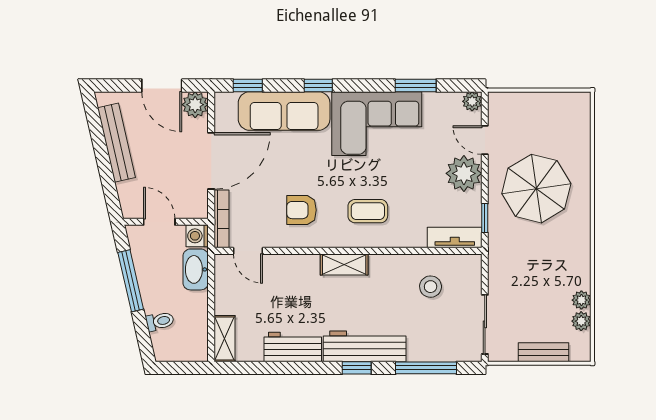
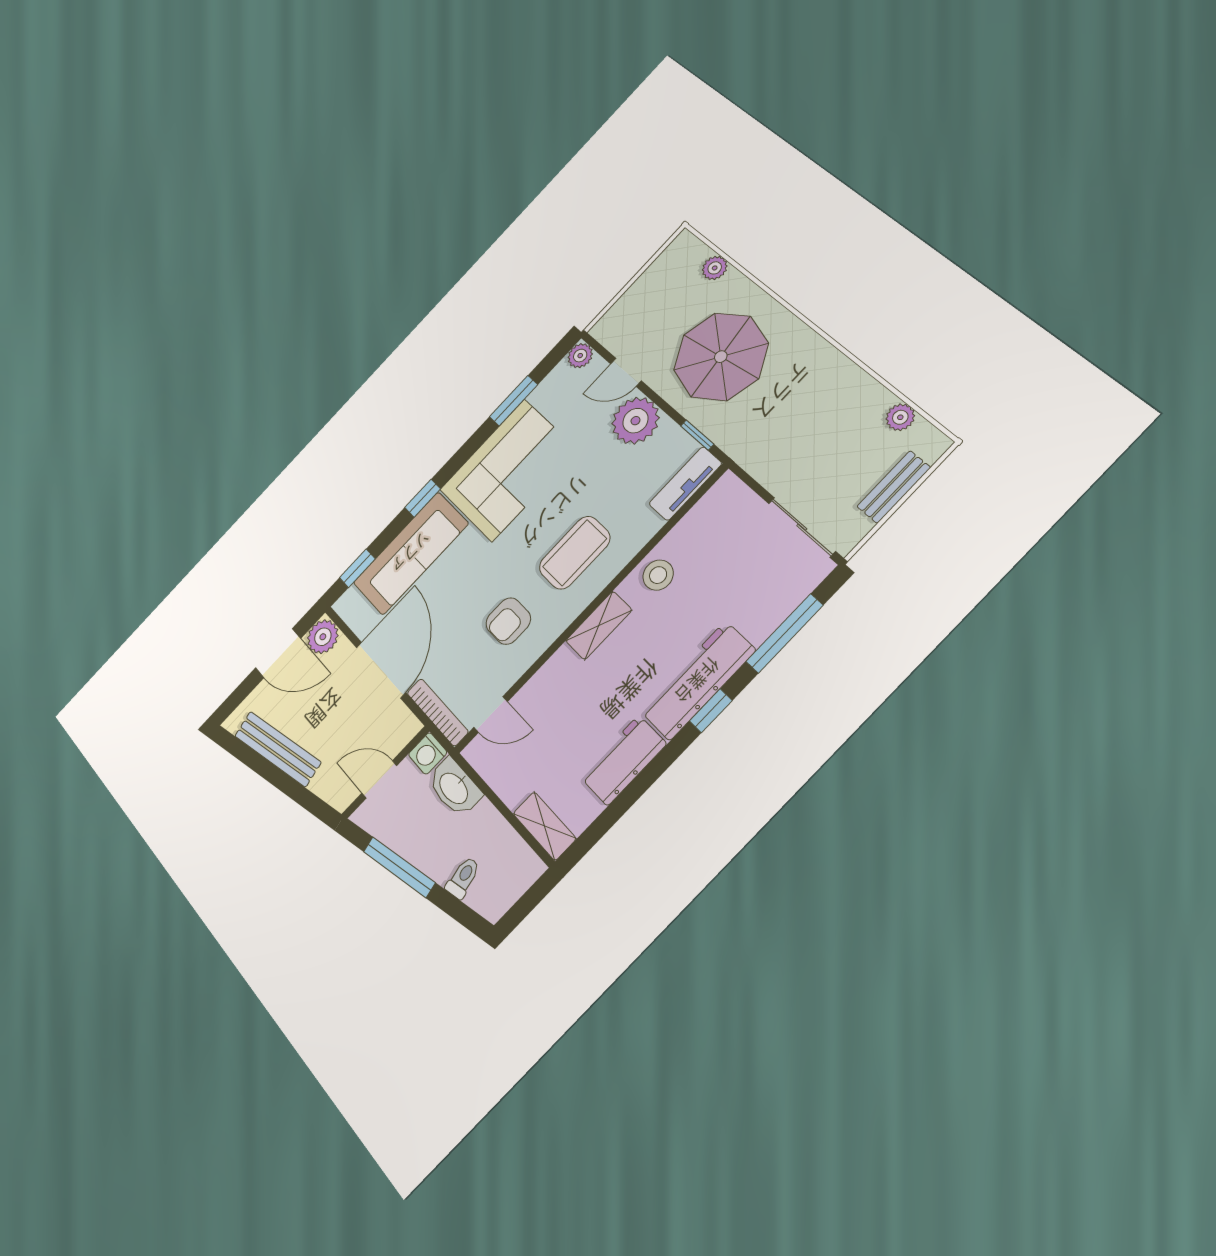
coffee table: (368, 211) -> (575, 553), width x1.36, depth x1.30
stool: (431, 287) -> (658, 575), moved
plant: (581, 300) -> (715, 268), moved

